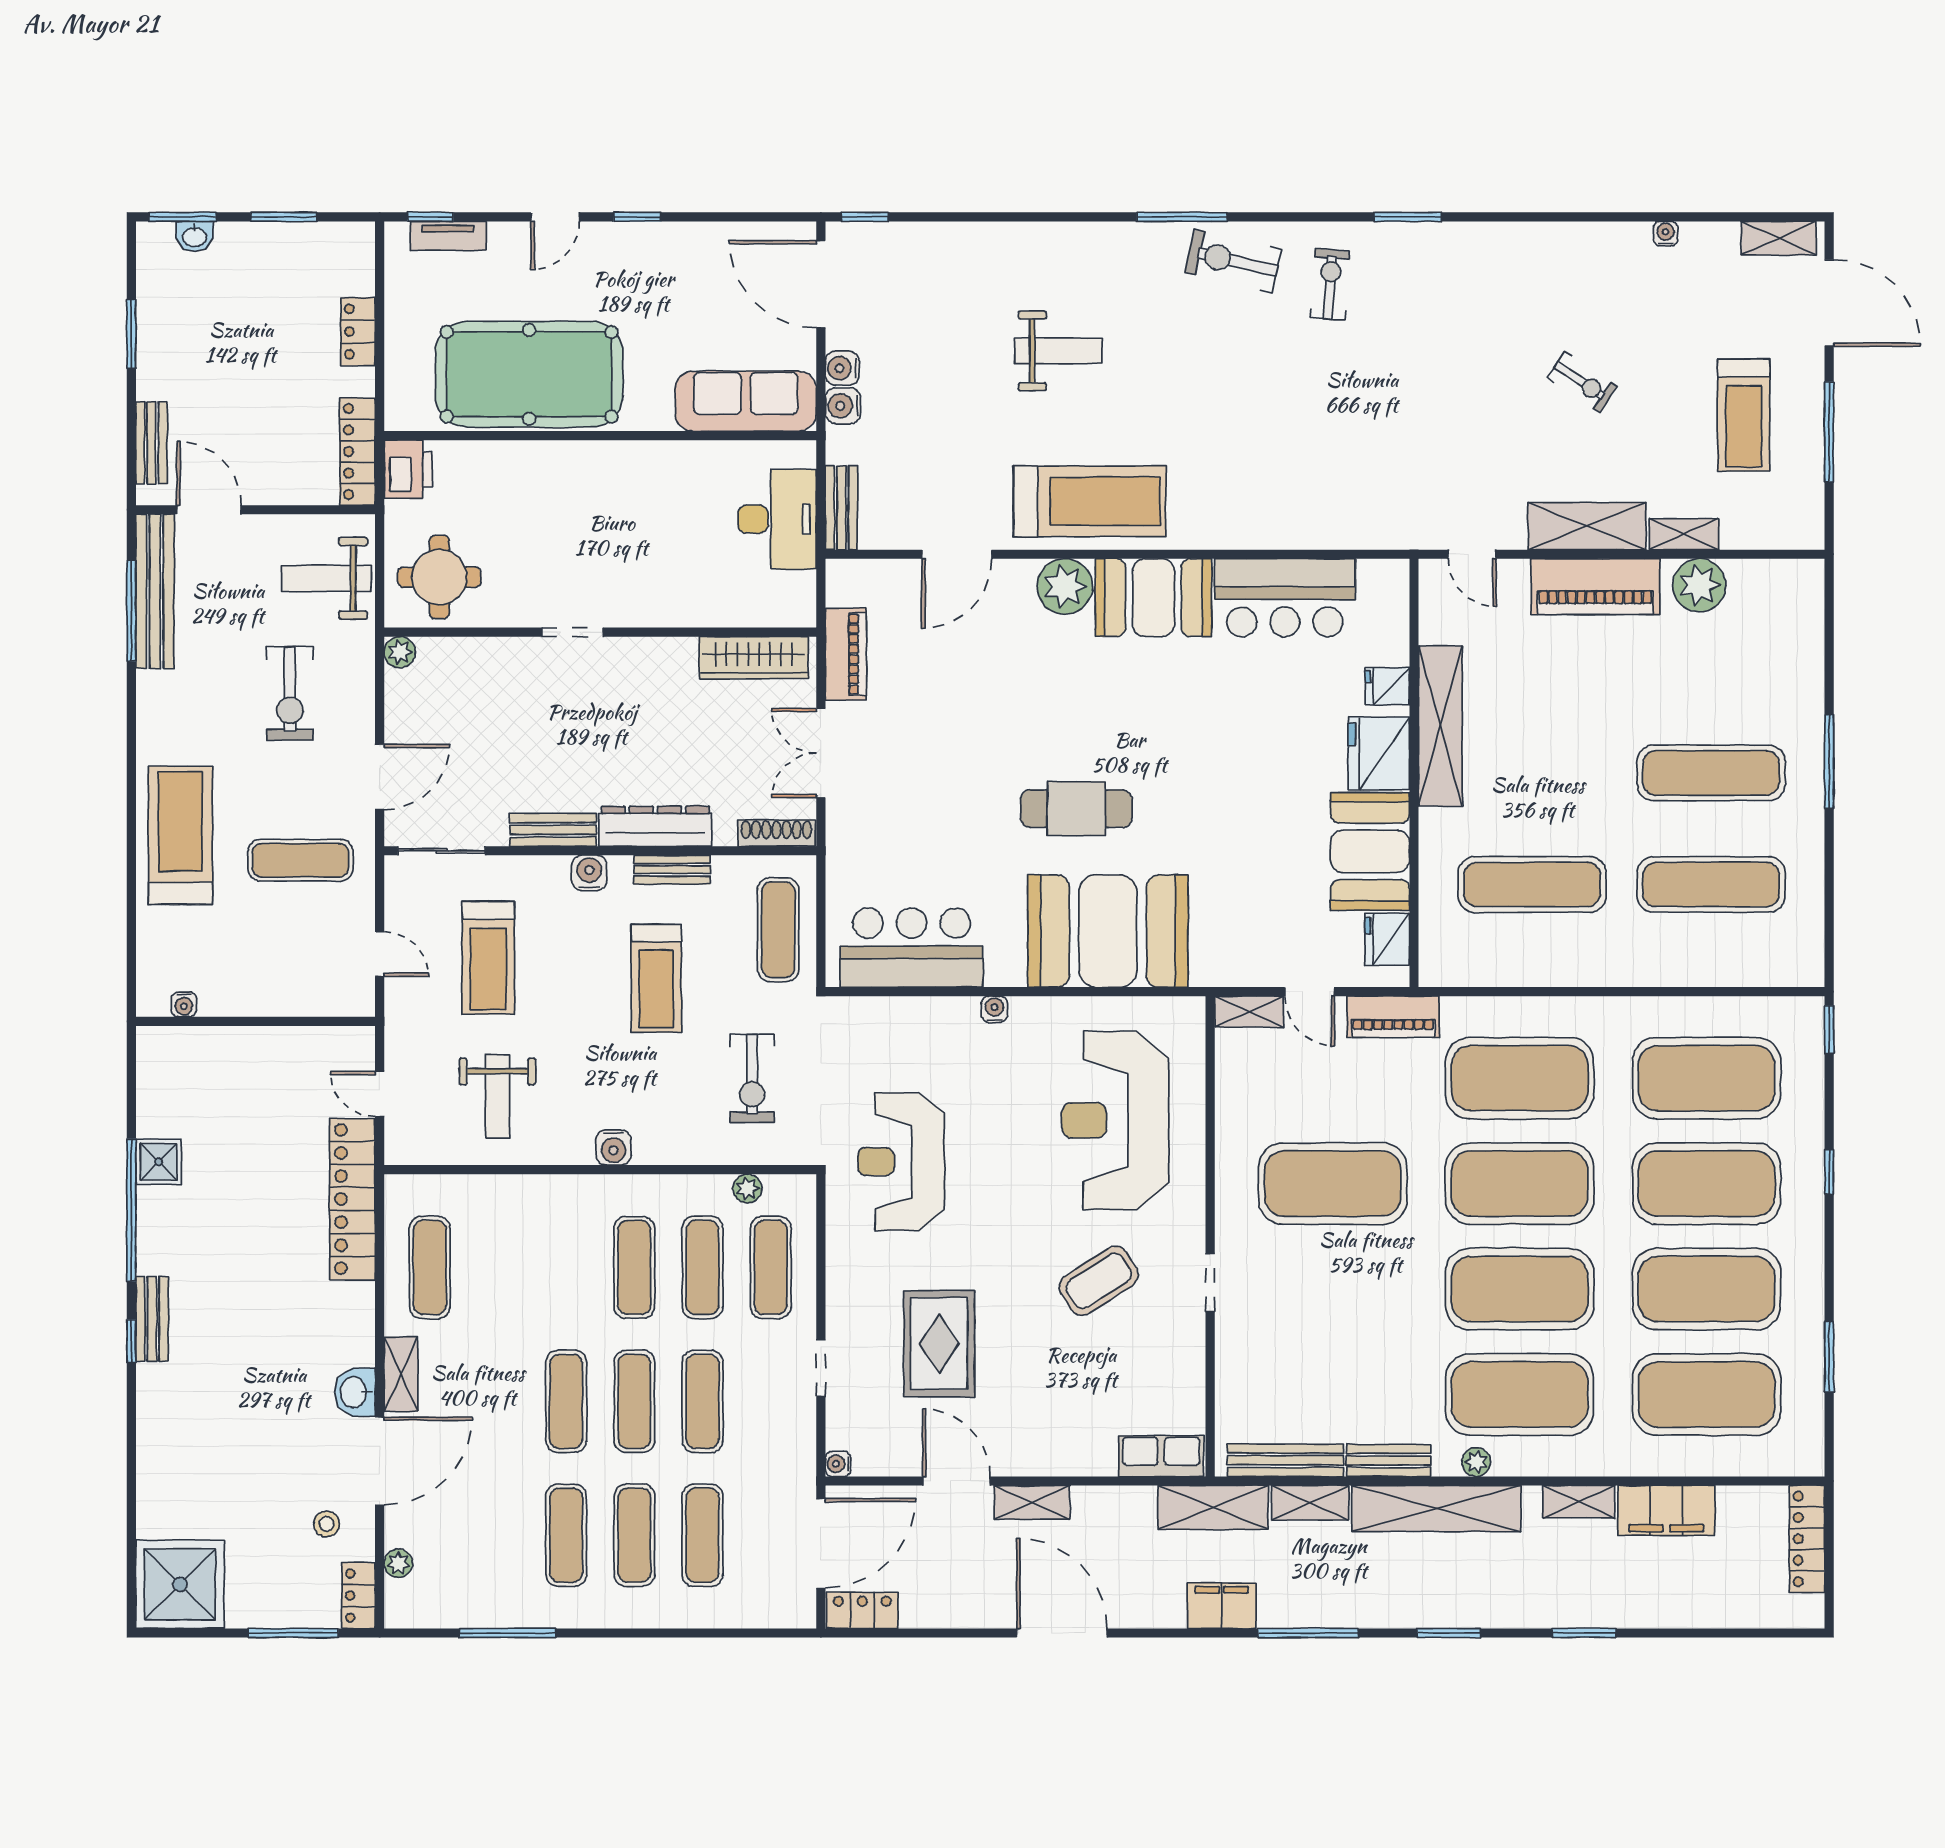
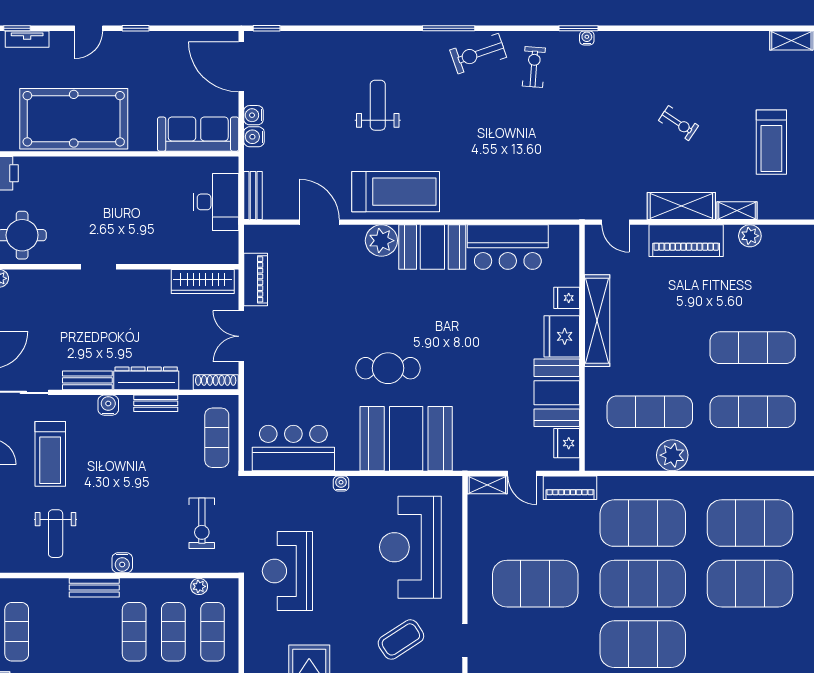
water cooler: (1666, 234) -> (587, 38), moved
exercise bike: (1233, 261) -> (478, 54), turned -32
weight bench: (1058, 351) -> (378, 105), turned -90
door: (957, 554) -> (319, 222), swing flipped
plant: (1699, 585) -> (750, 236), width x0.73, depth x0.73
plant: (1571, 960) -> (672, 455), added
treadmill: (656, 978) -> (147, 466), removed
bench: (565, 1191) -> (94, 588), added
exercise mat: (1707, 1289) -> (750, 644), removed

